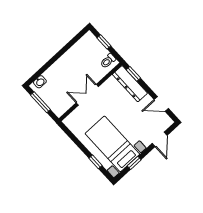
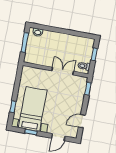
dresser: (130, 84) -> (80, 91), removed
double door: (87, 95) -> (63, 71), moved
door: (161, 104) -> (82, 121), hinge flipped

